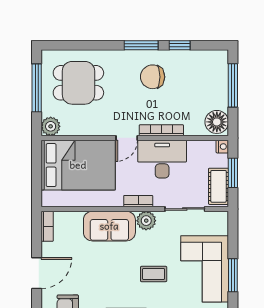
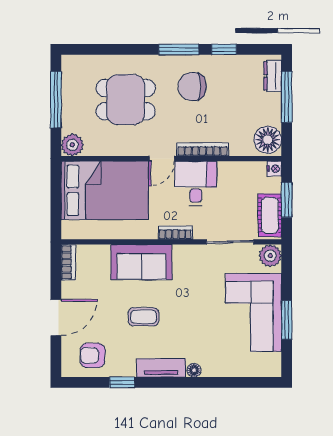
dresser: (221, 68) -> (273, 76), added
dining table: (78, 83) -> (126, 100), moved
desk: (162, 159) -> (196, 183), width x0.73
plant: (146, 221) -> (270, 256), moved
coffee table: (154, 274) -> (144, 317), moved

